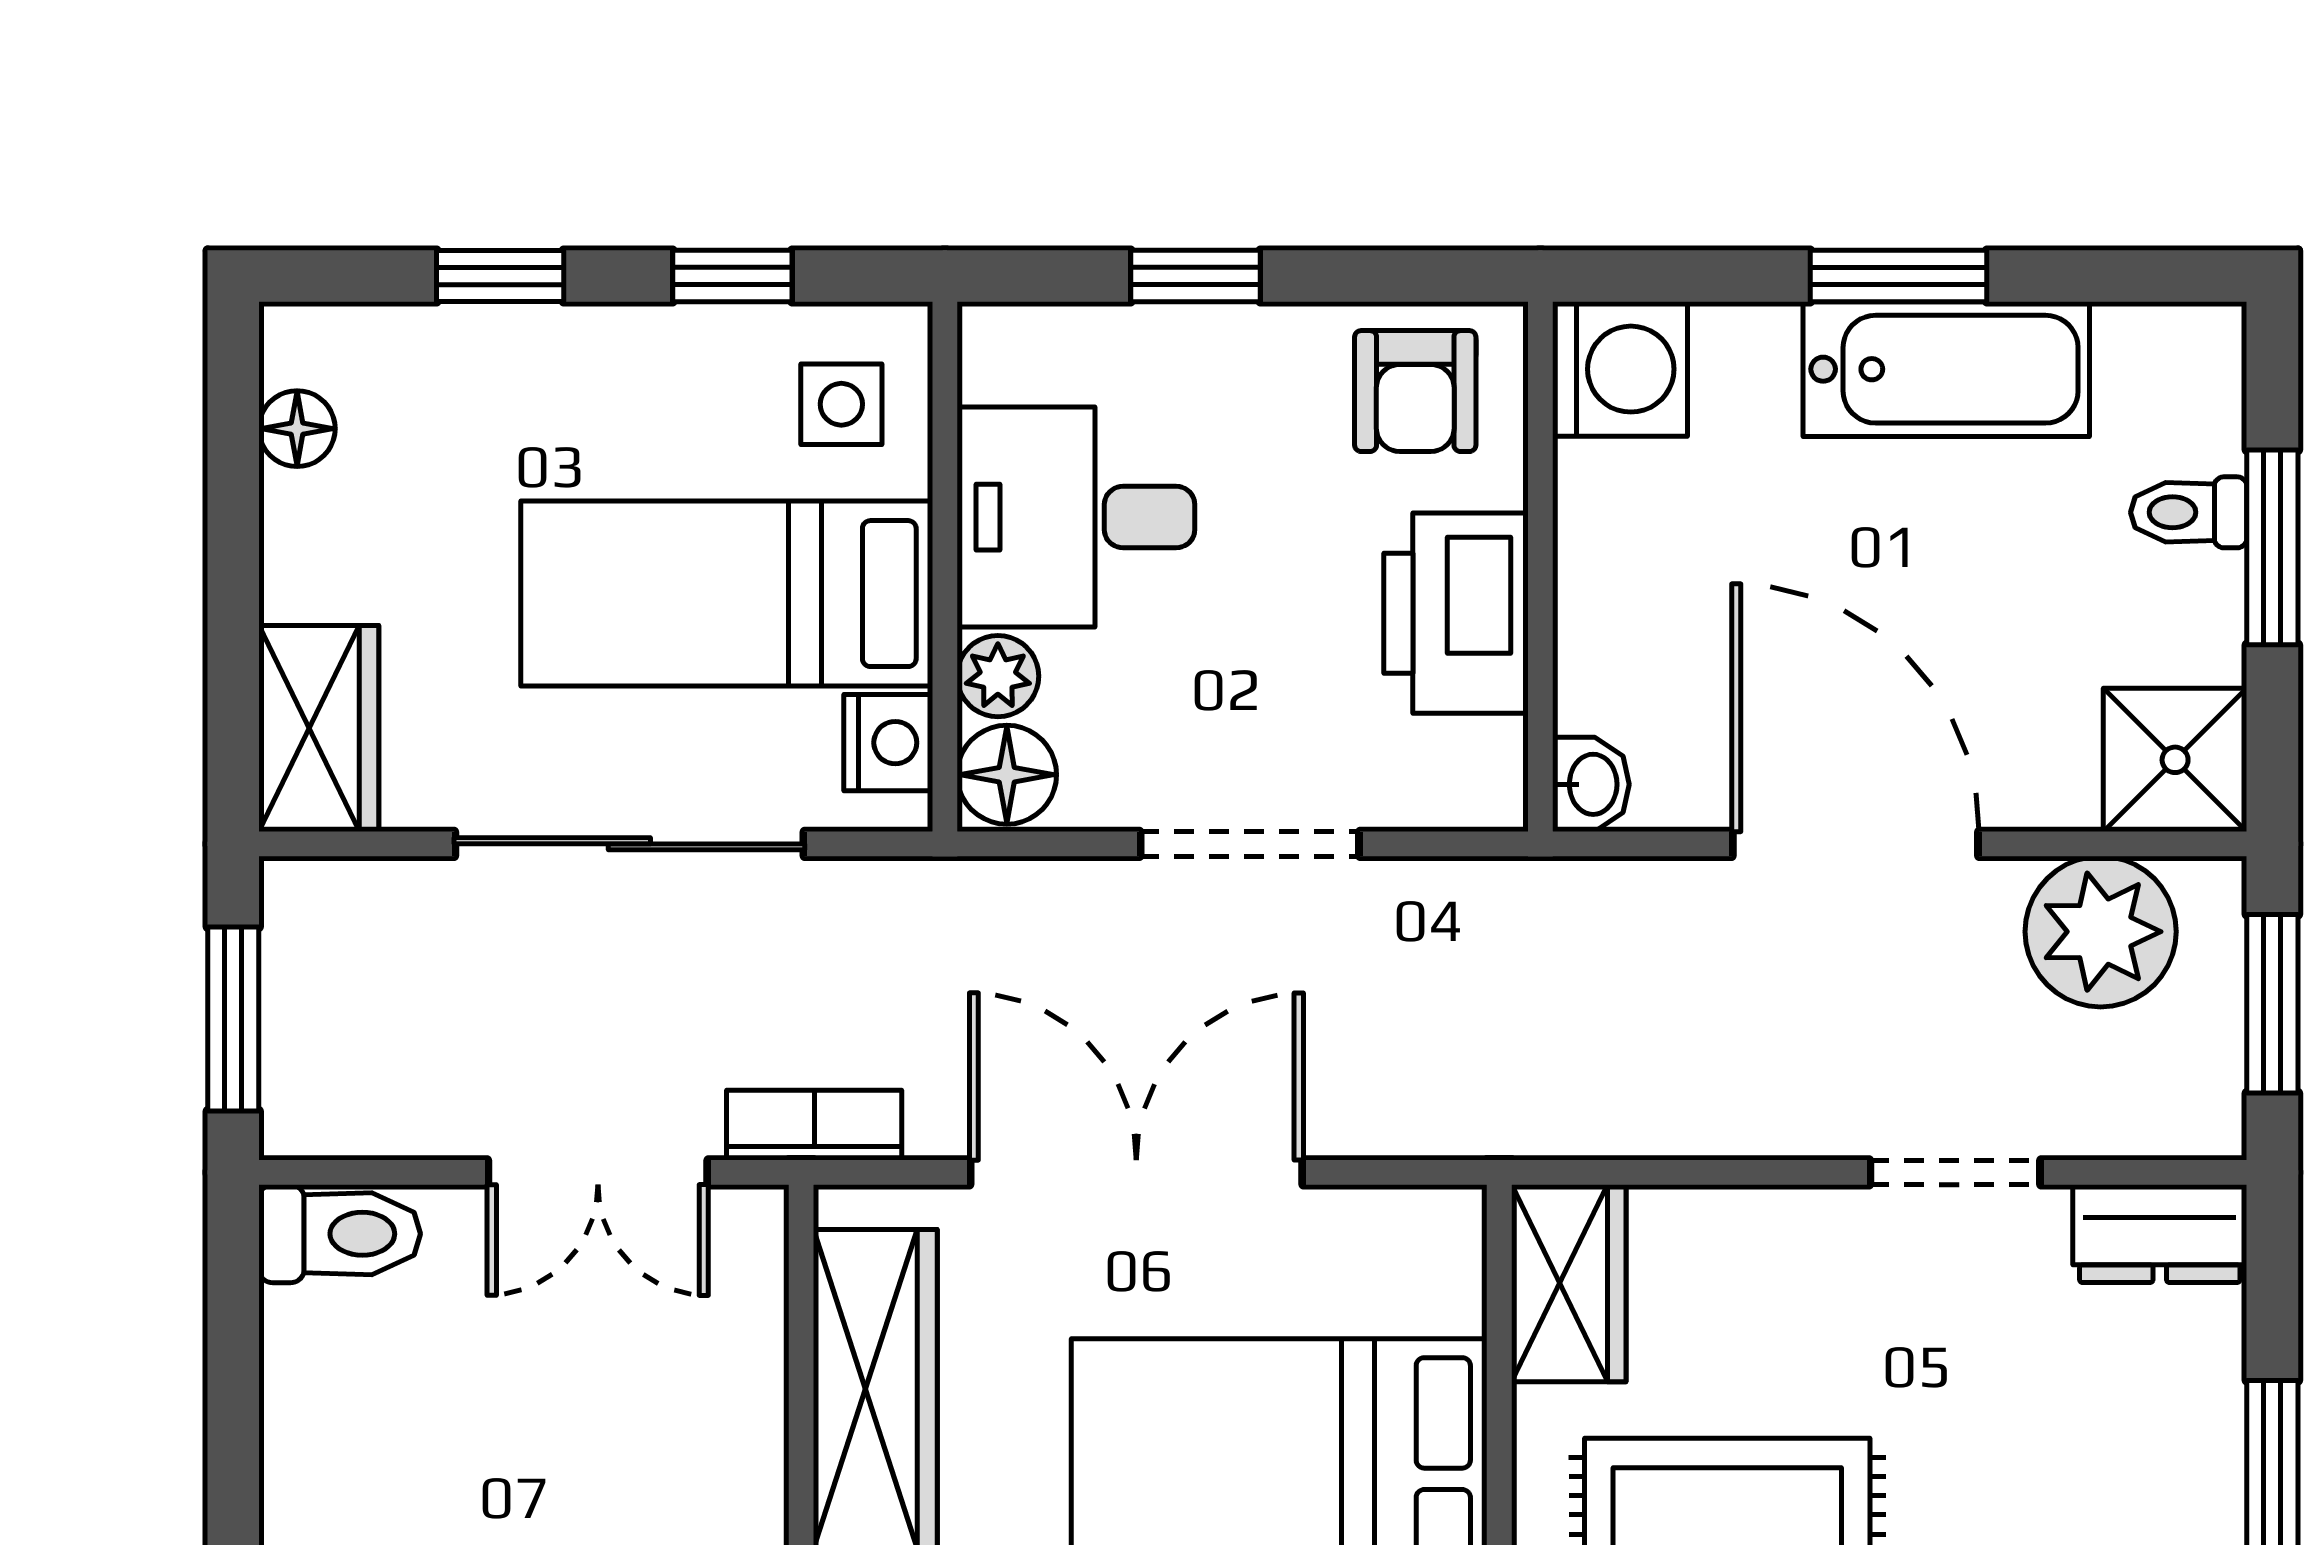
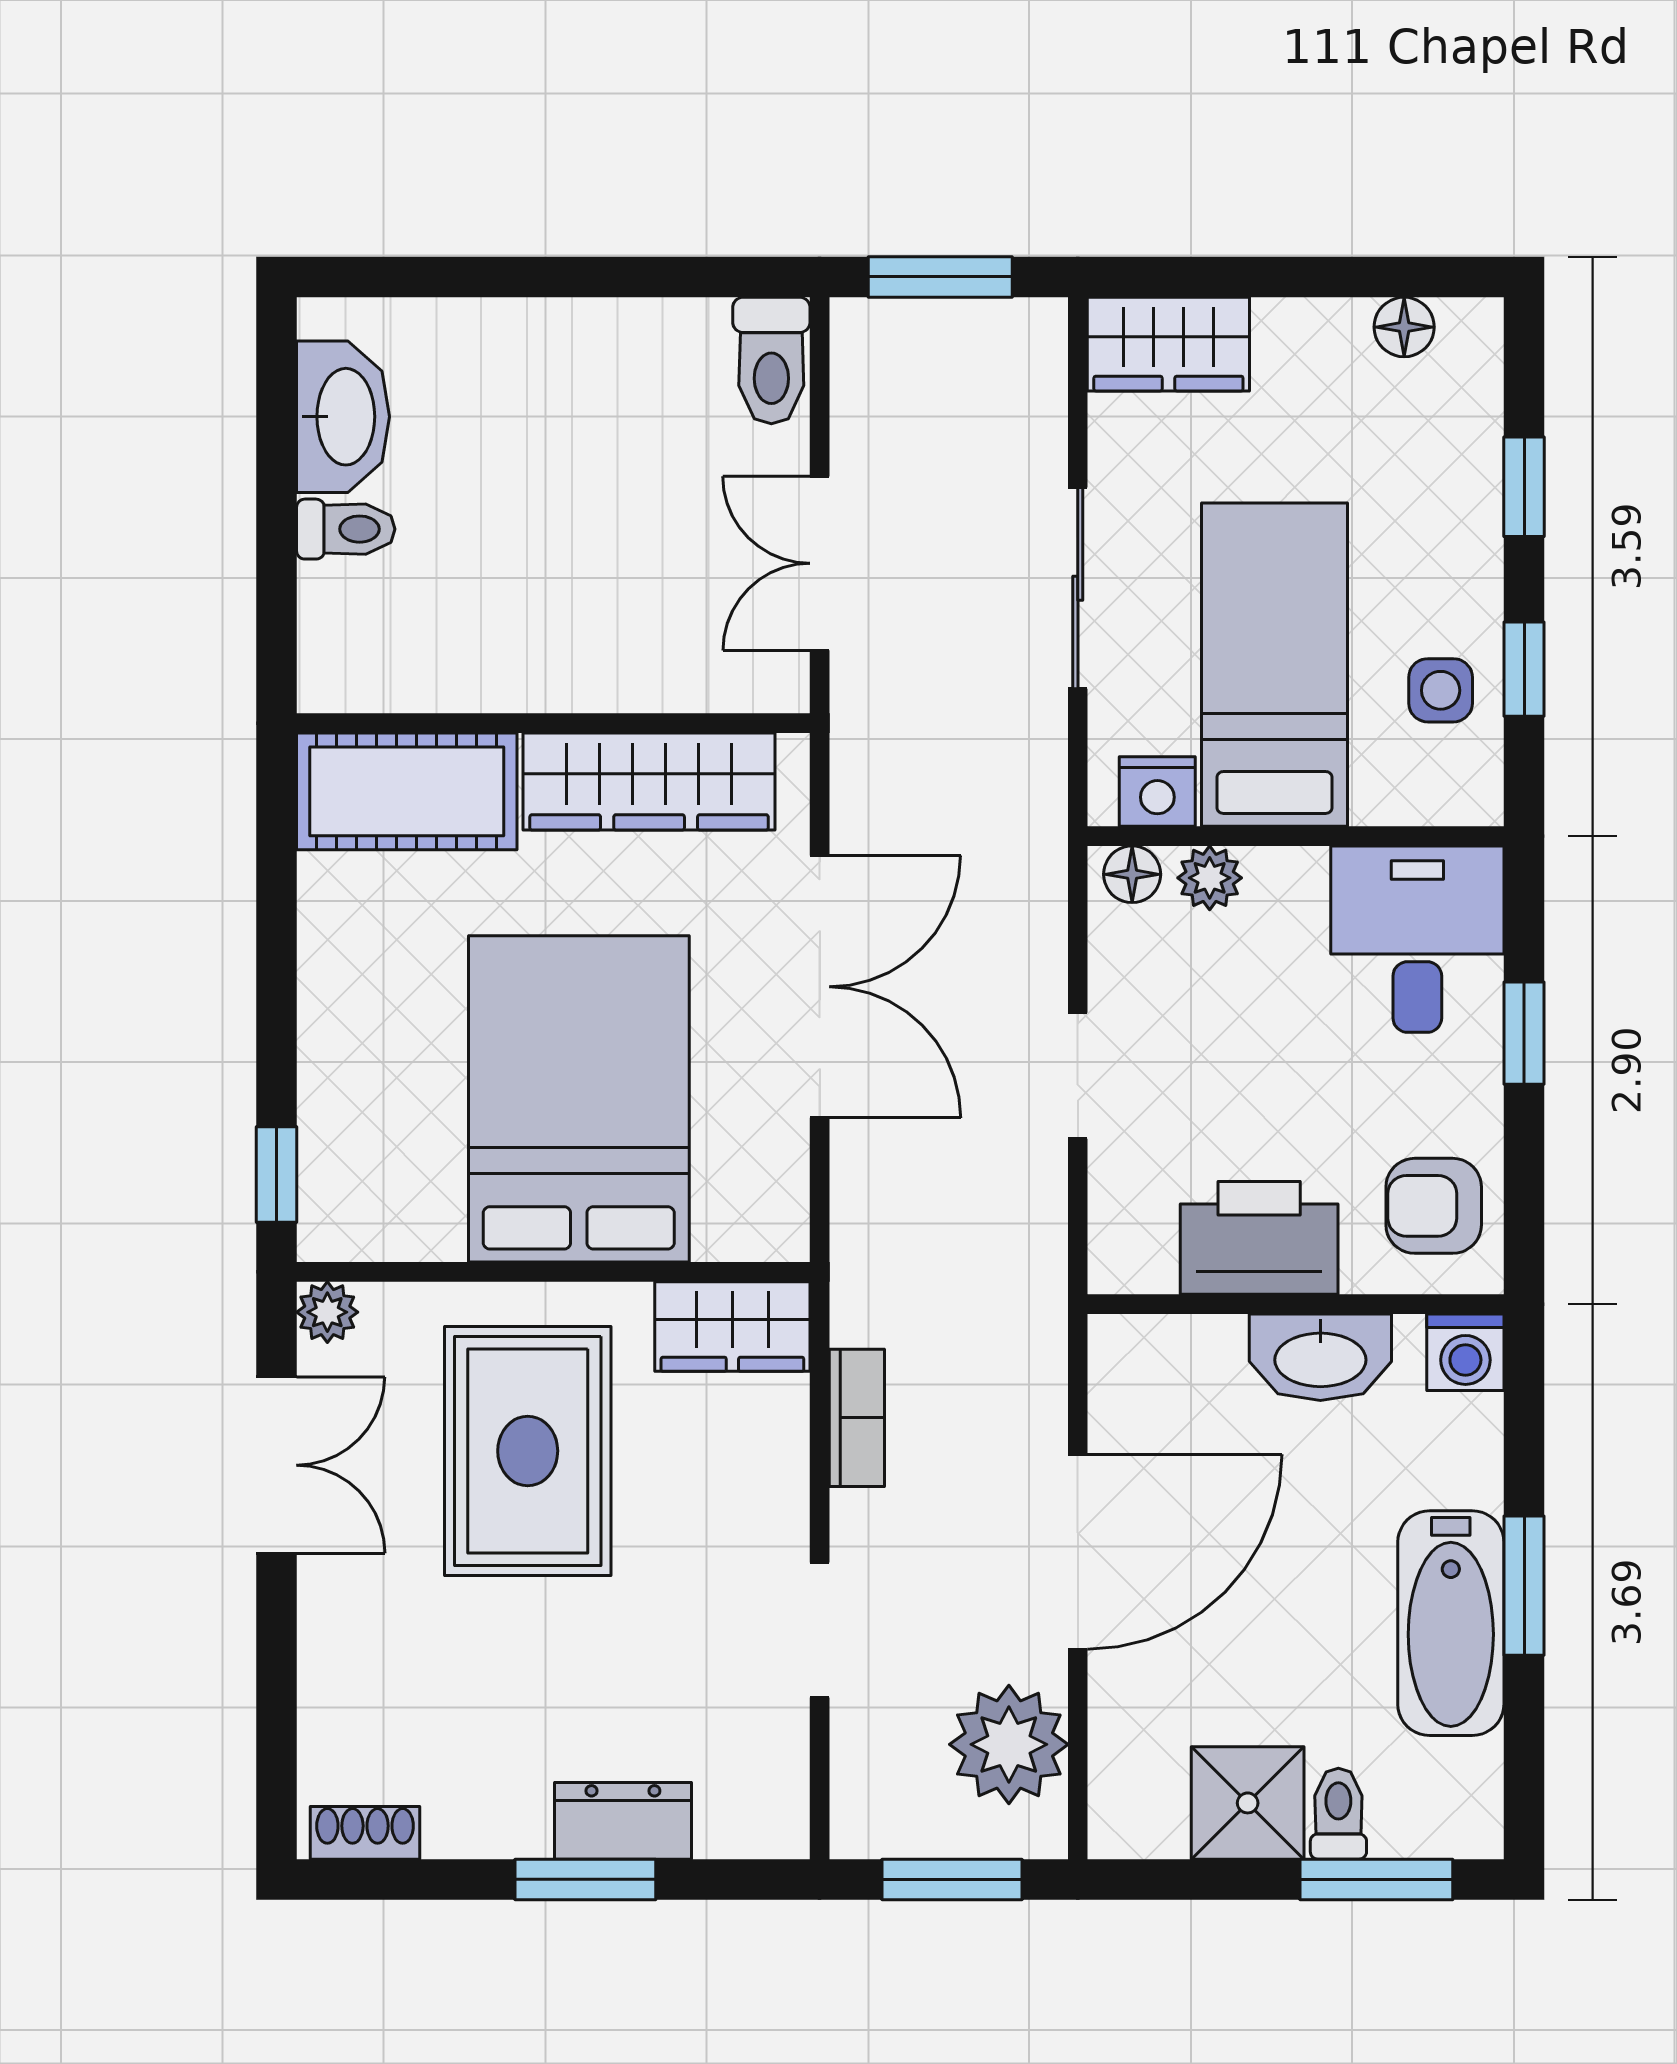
washing machine: (1620, 369) -> (1465, 1352), width x0.73, depth x0.73
side table: (841, 404) -> (1441, 690), moved
desk: (1076, 517) -> (1417, 939), moved
window: (2272, 547) -> (1376, 1879), moved
shower: (2175, 760) -> (1248, 1803), moved
floor lamp: (1007, 775) -> (1132, 874), width x0.73, depth x0.73
washbasin: (1591, 784) -> (1320, 1357), moved, width x1.91, depth x1.45
sliding door: (629, 844) -> (1078, 588), width x0.73
doorway: (1250, 844) -> (1078, 1076), width x0.73
bookcase: (814, 1125) -> (857, 1418), moved
dresser: (2160, 1234) -> (623, 1821), moved, turned 90

